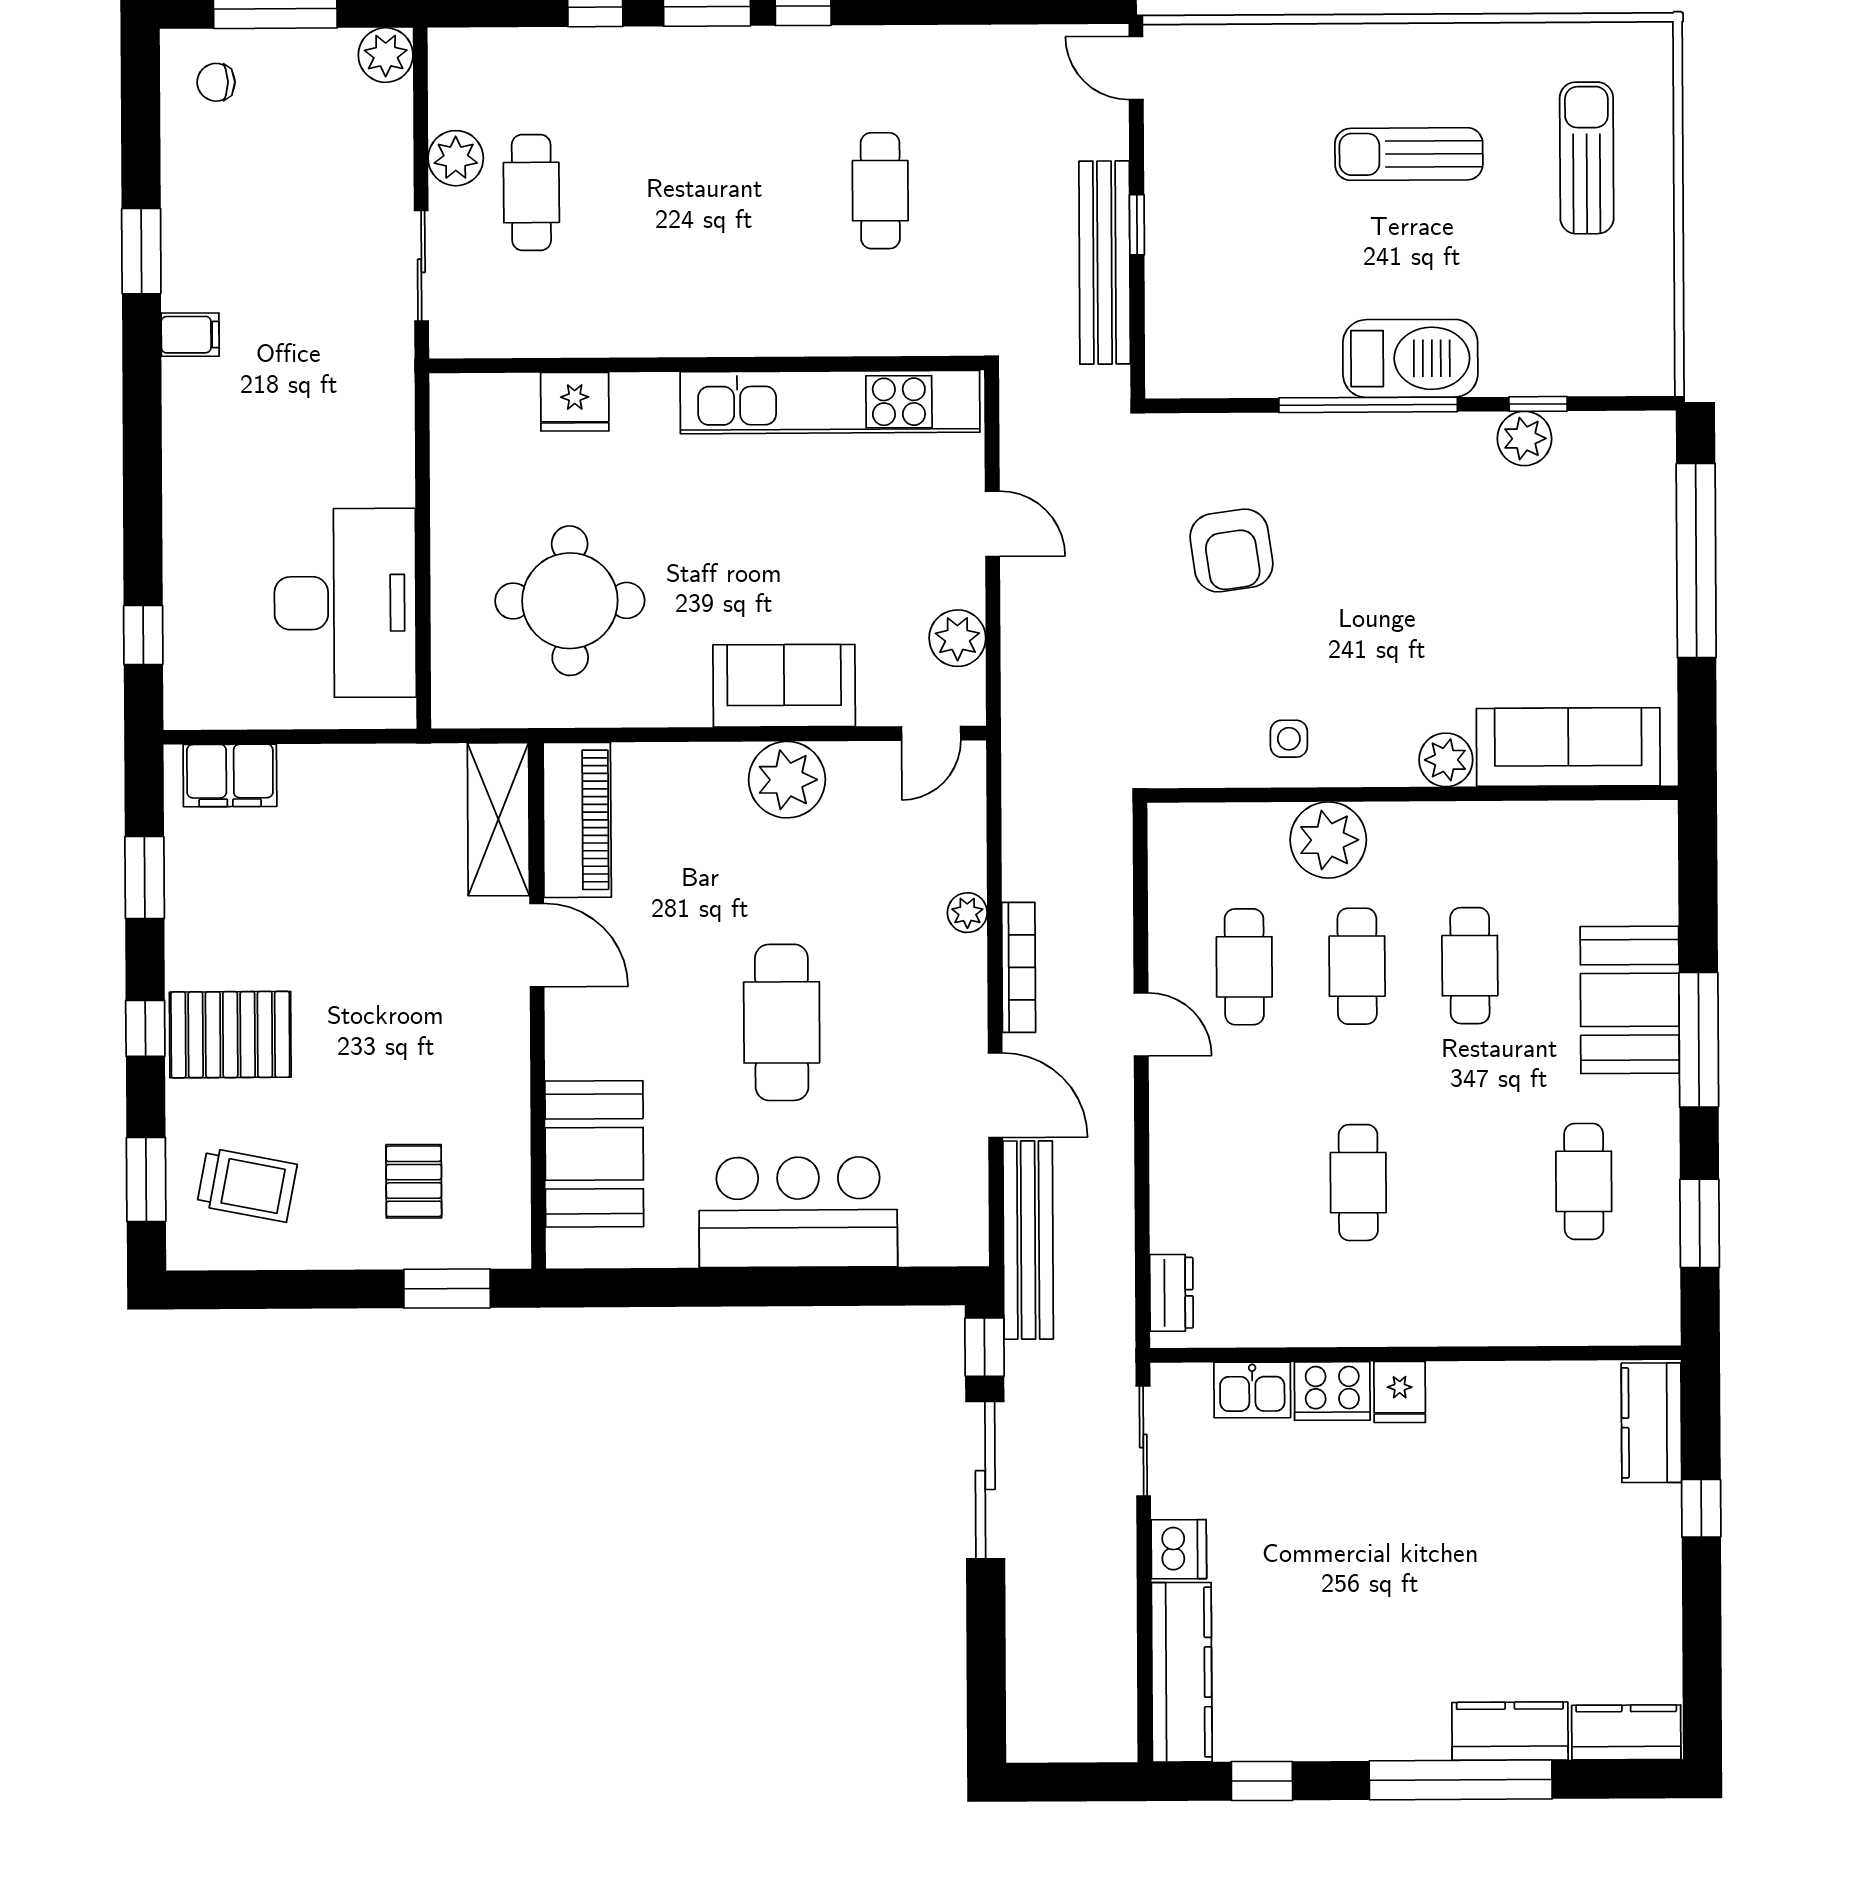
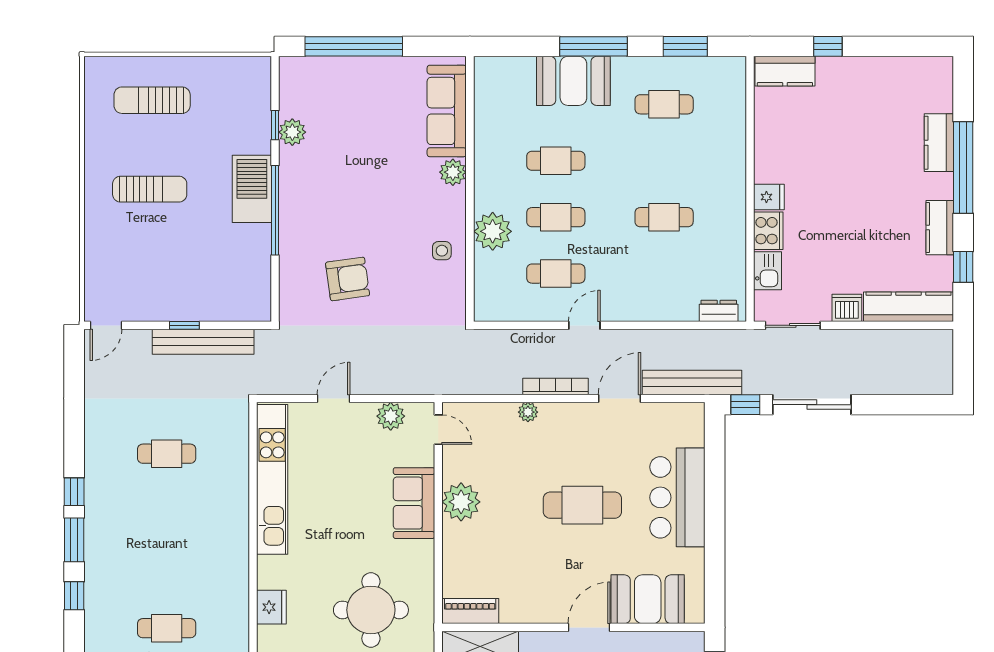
sun lounger: (1409, 154) -> (150, 189), turned -90
piano: (577, 820) -> (470, 611), width x0.73, depth x0.75
door: (537, 945) -> (589, 627), moved
kitchen counter: (1626, 1732) -> (940, 228), moved

